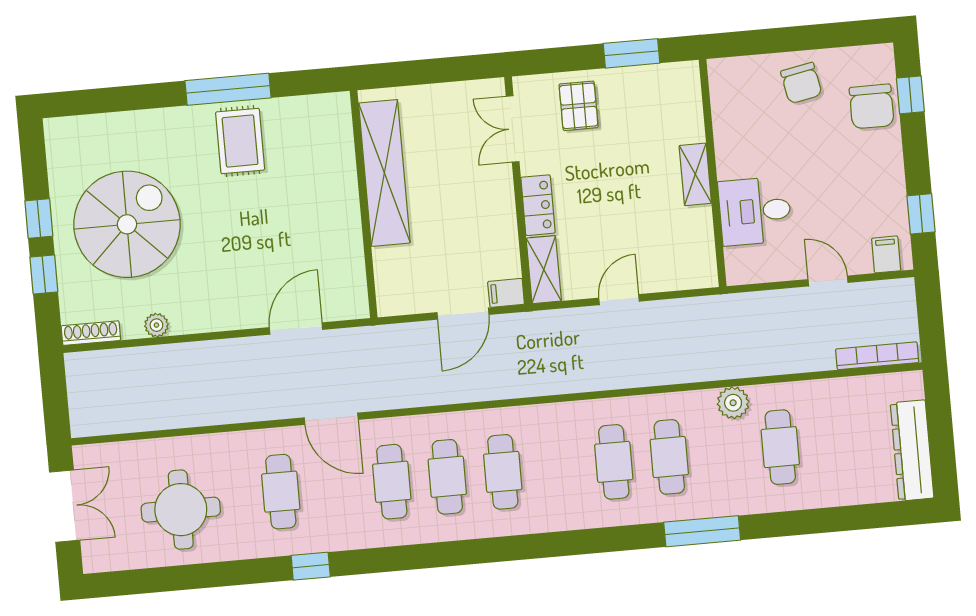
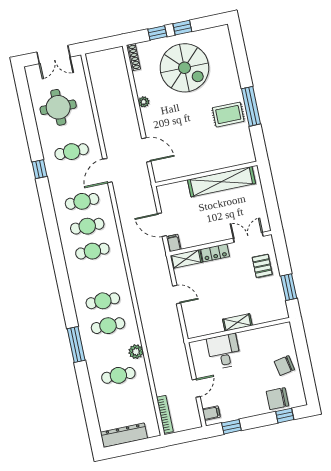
pallet: (579, 106) -> (262, 266), turned 90
plant: (156, 325) -> (144, 102), moved

